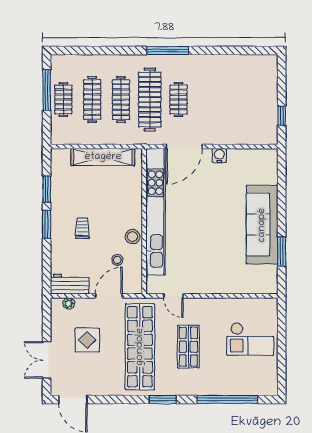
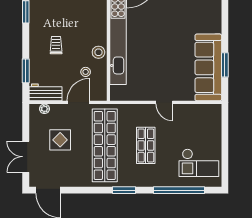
window: (47, 224) -> (26, 71), moved
sofa: (262, 225) -> (208, 67), moved
door: (173, 296) -> (164, 102), moved
checkout: (250, 339) -> (199, 163), moved

